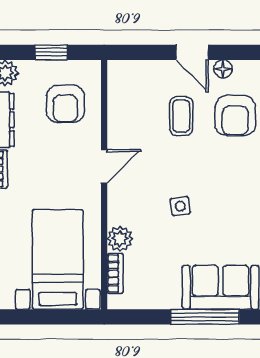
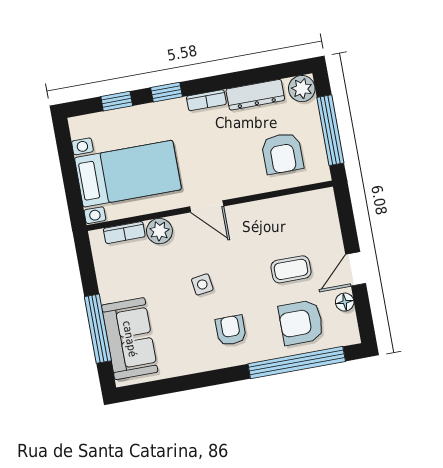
window: (51, 52) -> (330, 130), width x2.17
armchair: (65, 104) -> (282, 153), turned -90
door: (104, 166) -> (207, 206), moved
armchair: (230, 186) -> (231, 330), added

